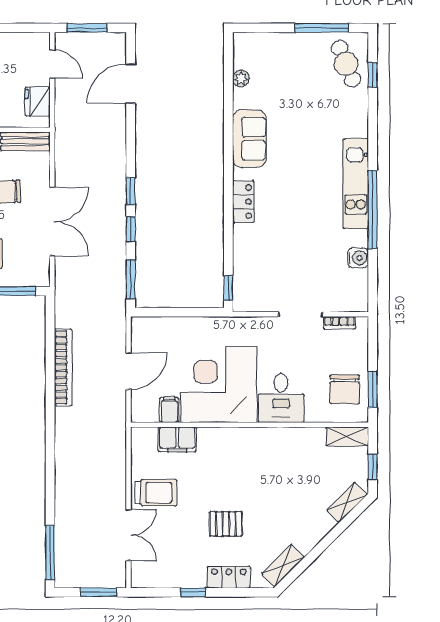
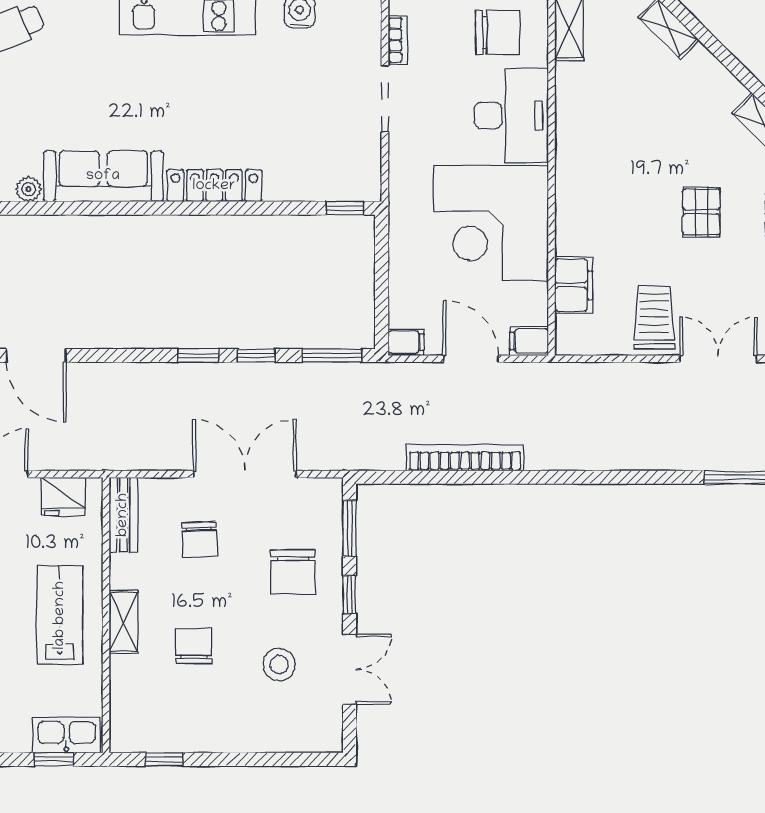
sofa: (249, 139) -> (103, 176), width x1.36
locker: (243, 202) -> (214, 186), width x1.53
filing cabinet: (140, 328) -> (406, 342), added
desk: (281, 398) -> (511, 116), width x1.37
filing cabinet: (169, 410) -> (529, 341), moved

